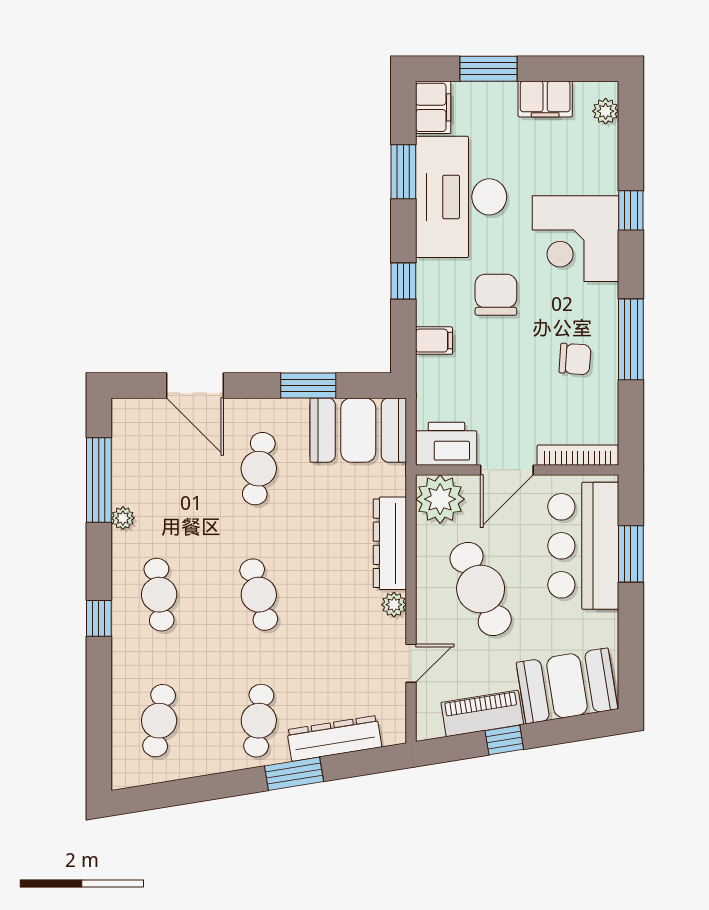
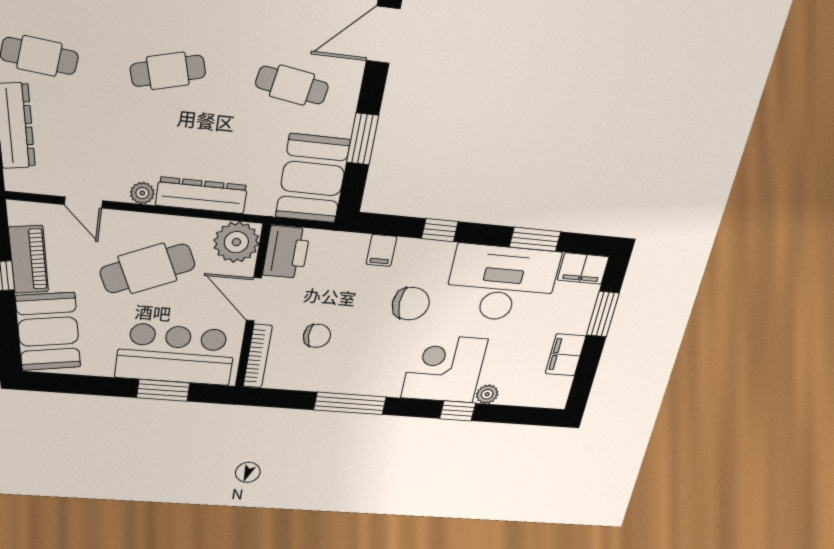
plant: (606, 111) -> (487, 394), moved
chair: (575, 359) -> (317, 336), moved, turned -94

